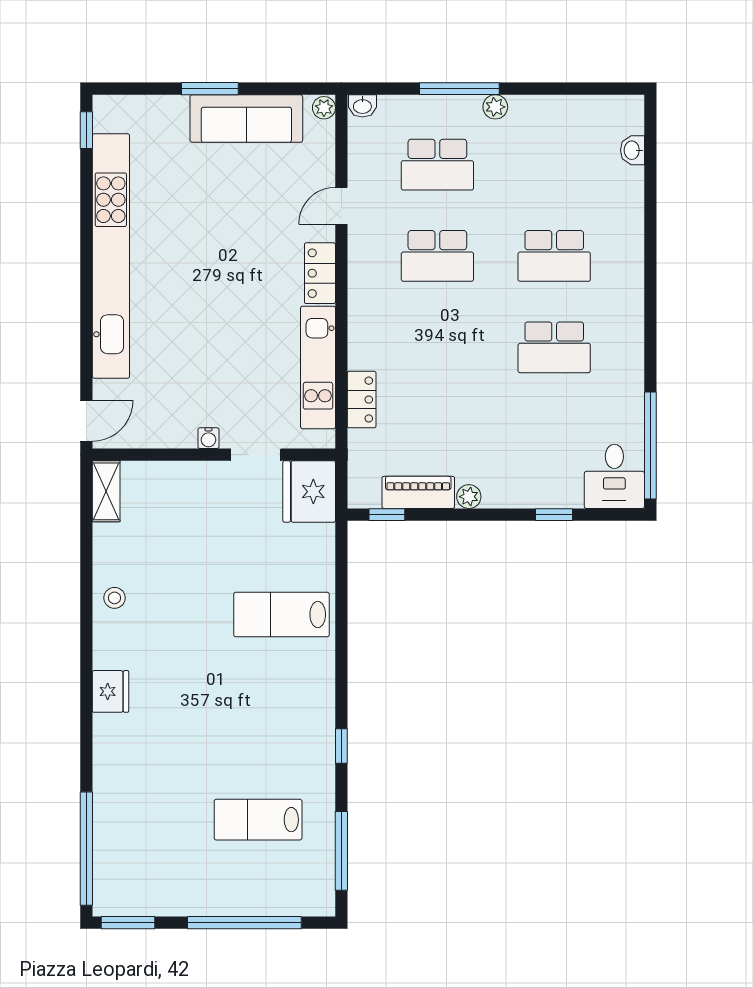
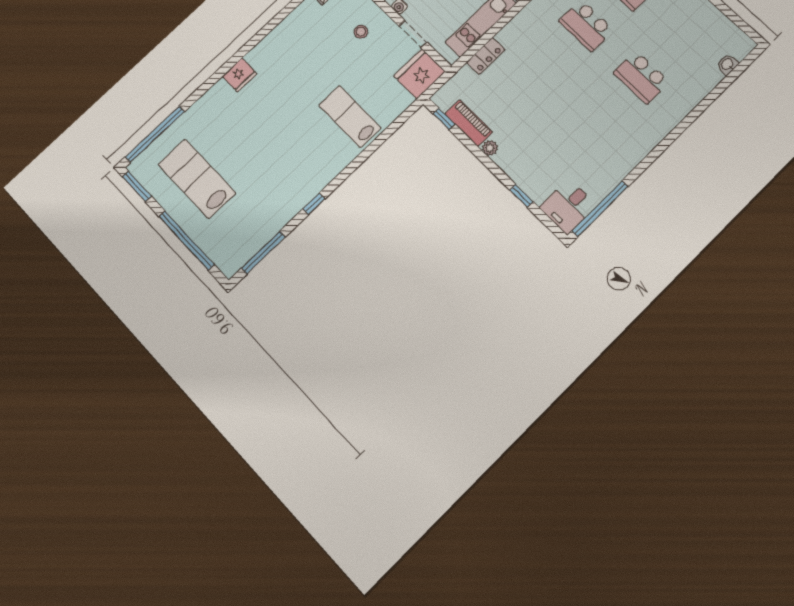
school desk: (554, 347) -> (600, 119), removed
stool: (115, 598) -> (361, 32), moved
lab bench: (258, 820) -> (197, 179), moved, width x1.36, depth x1.39

